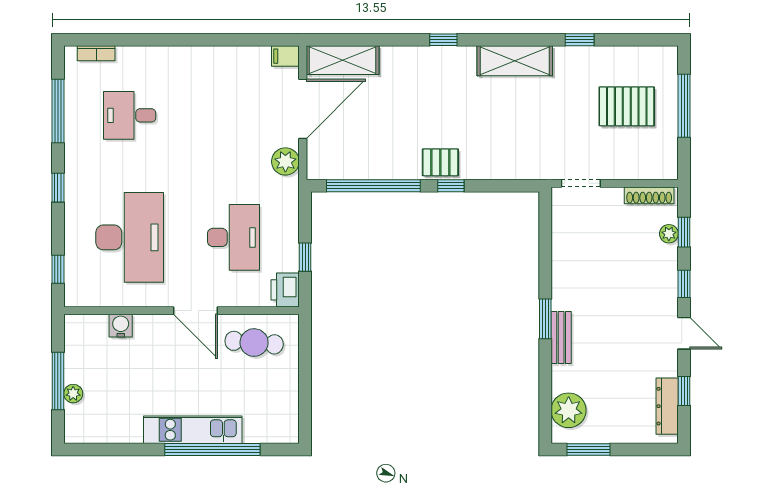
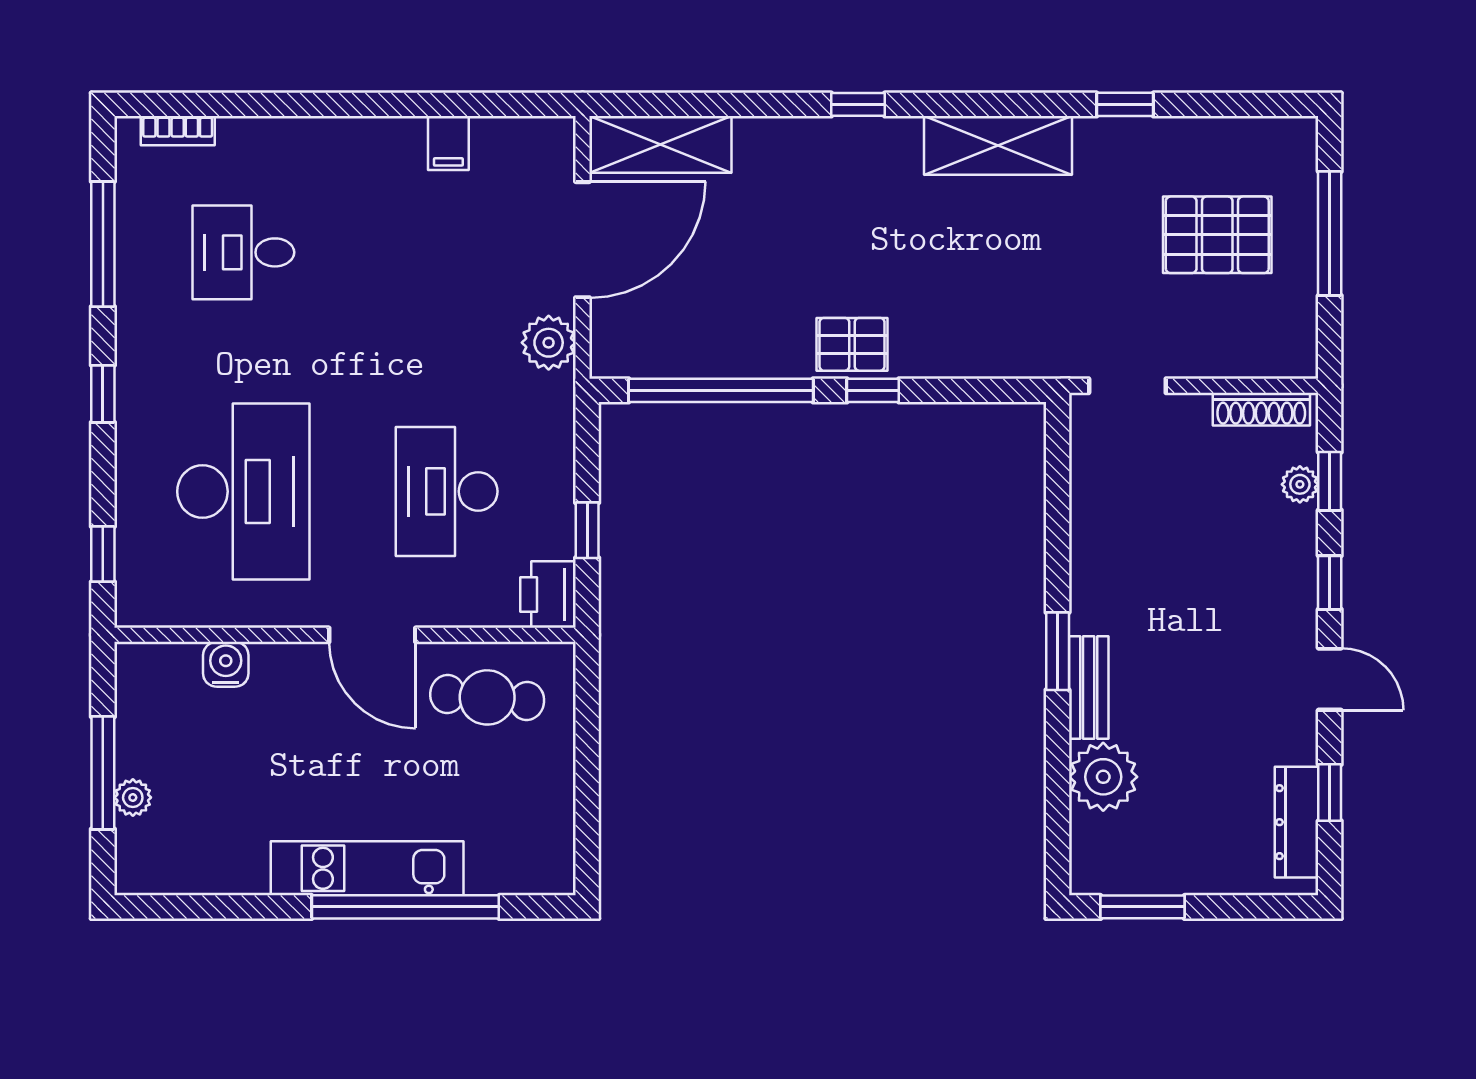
filing cabinet: (285, 56) -> (448, 143), moved, turned -90
desk: (233, 237) -> (447, 491), turned 180
plant: (569, 410) -> (1103, 777), moved

